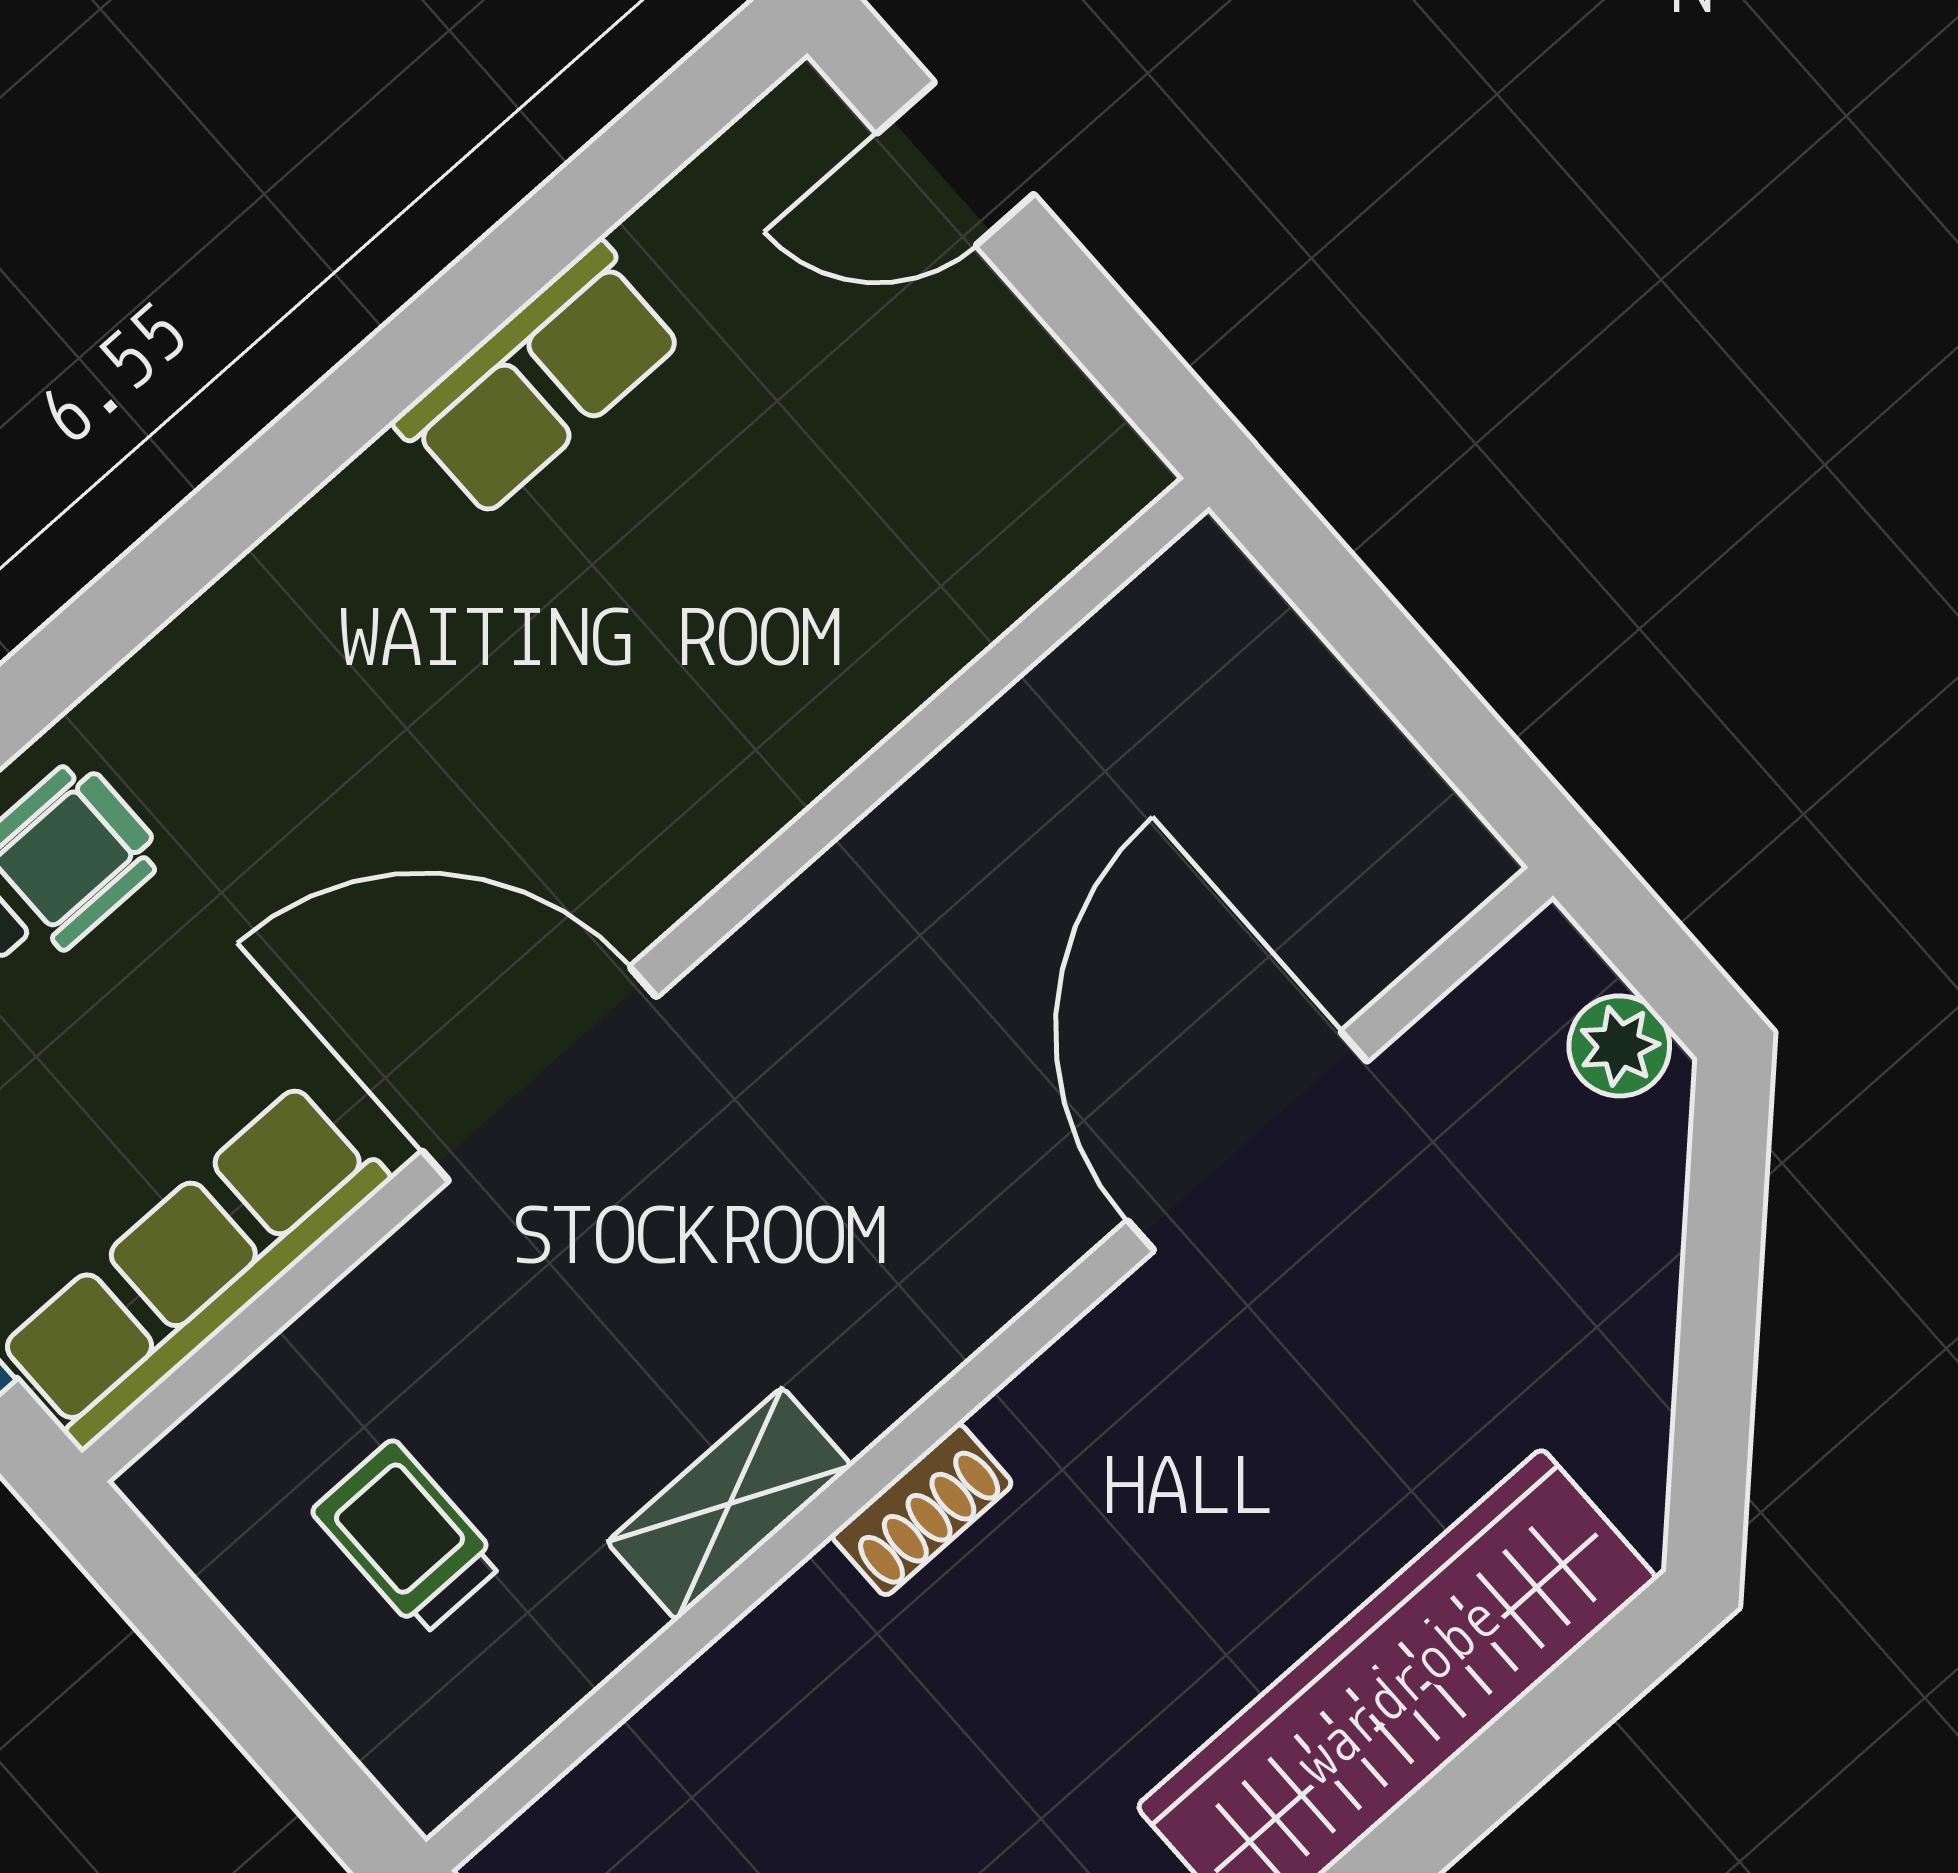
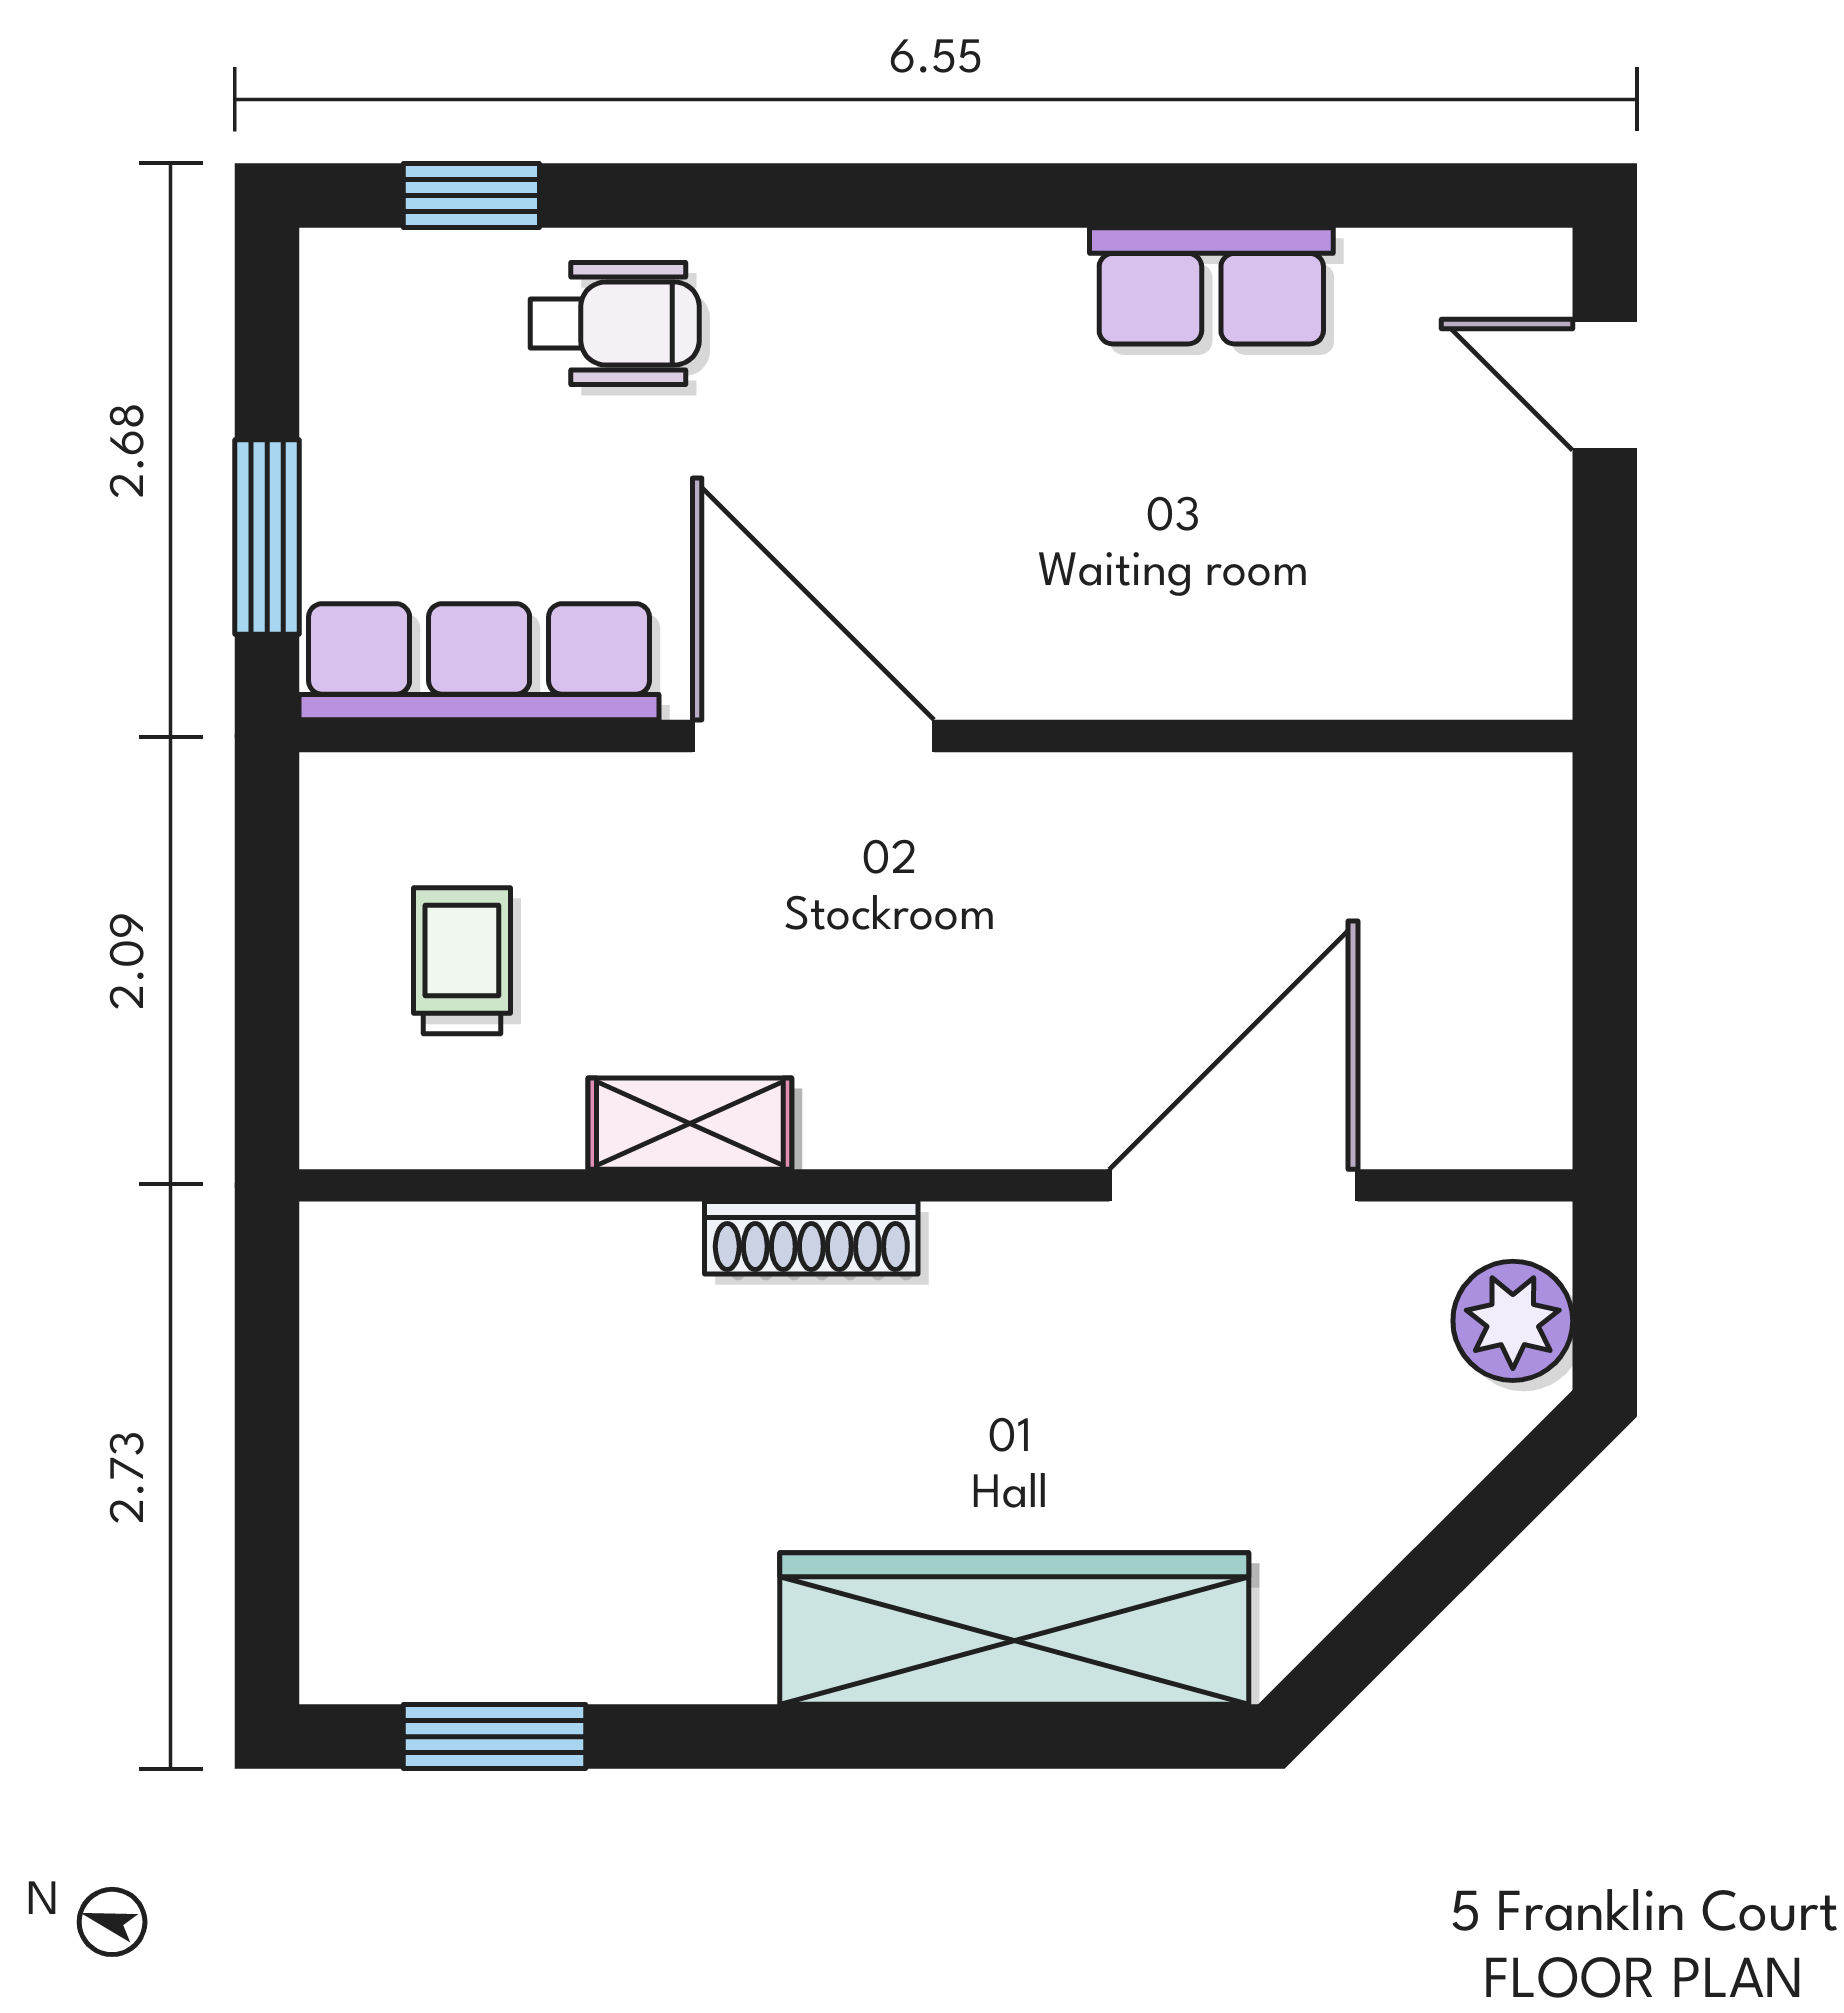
plant: (1619, 1046) -> (1513, 1321), width x1.38, depth x1.38
shoe rack: (922, 1510) -> (811, 1238), width x1.43

